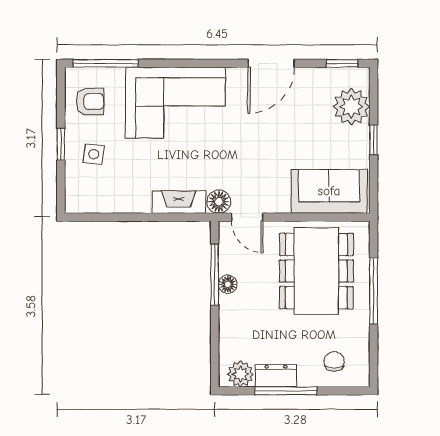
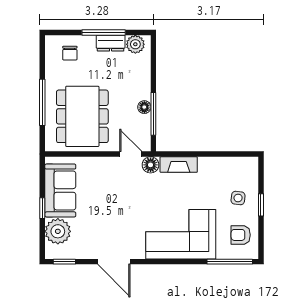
door: (271, 63) -> (114, 262), swing flipped
sofa: (329, 191) -> (60, 190), moved, turned -90

